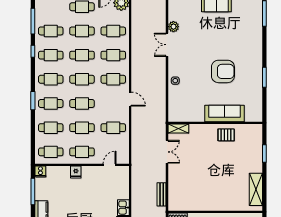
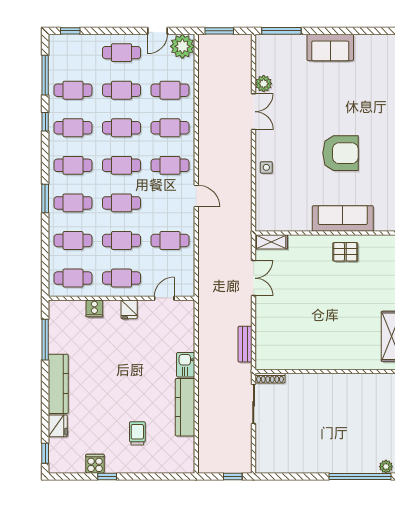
double door: (167, 45) -> (254, 112), swing flipped
cooker: (40, 171) -> (94, 308), moved
fridge: (76, 172) -> (129, 309), moved

